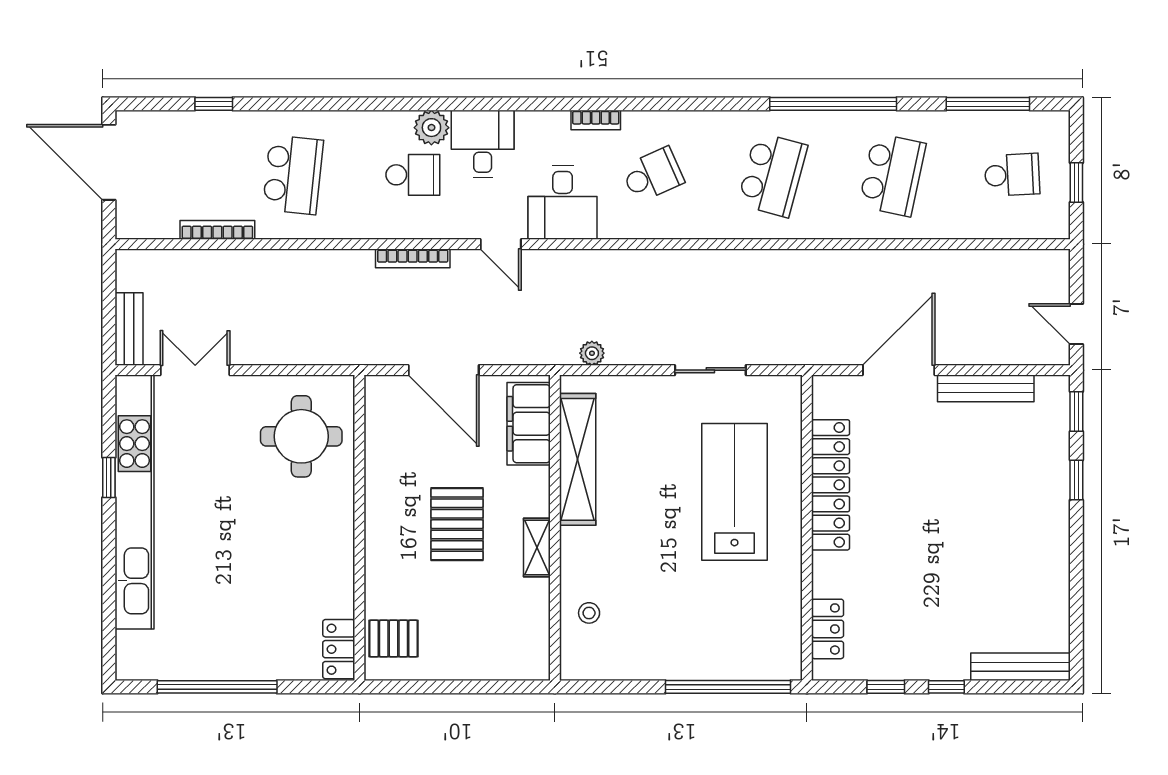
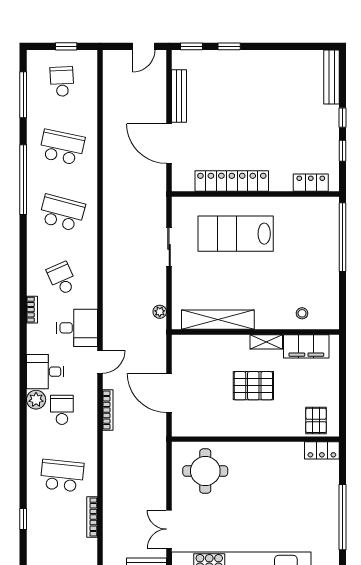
door: (444, 370) -> (169, 393), swing flipped
filing cabinet: (529, 424) -> (306, 346), moved

